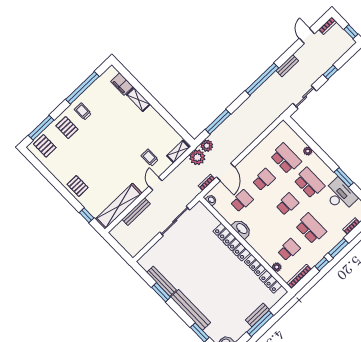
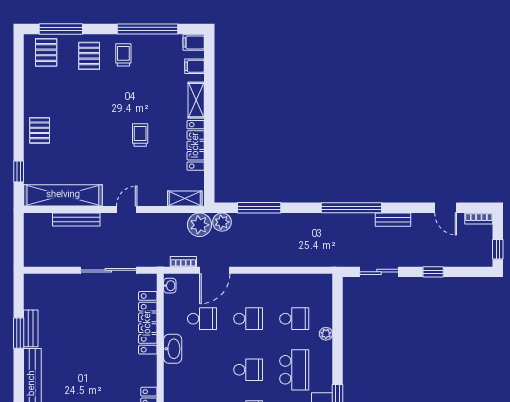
door: (307, 36) -> (446, 208), swing flipped
filing cabinet: (111, 73) -> (194, 42), added
filing cabinet: (122, 84) -> (194, 66), width x0.50
locker: (159, 121) -> (196, 145), added
trolley: (150, 158) -> (140, 135), moved
school desk: (286, 158) -> (294, 319), width x0.54
locker: (232, 242) -> (148, 323), moved
bench: (161, 281) -> (31, 328), width x0.73

